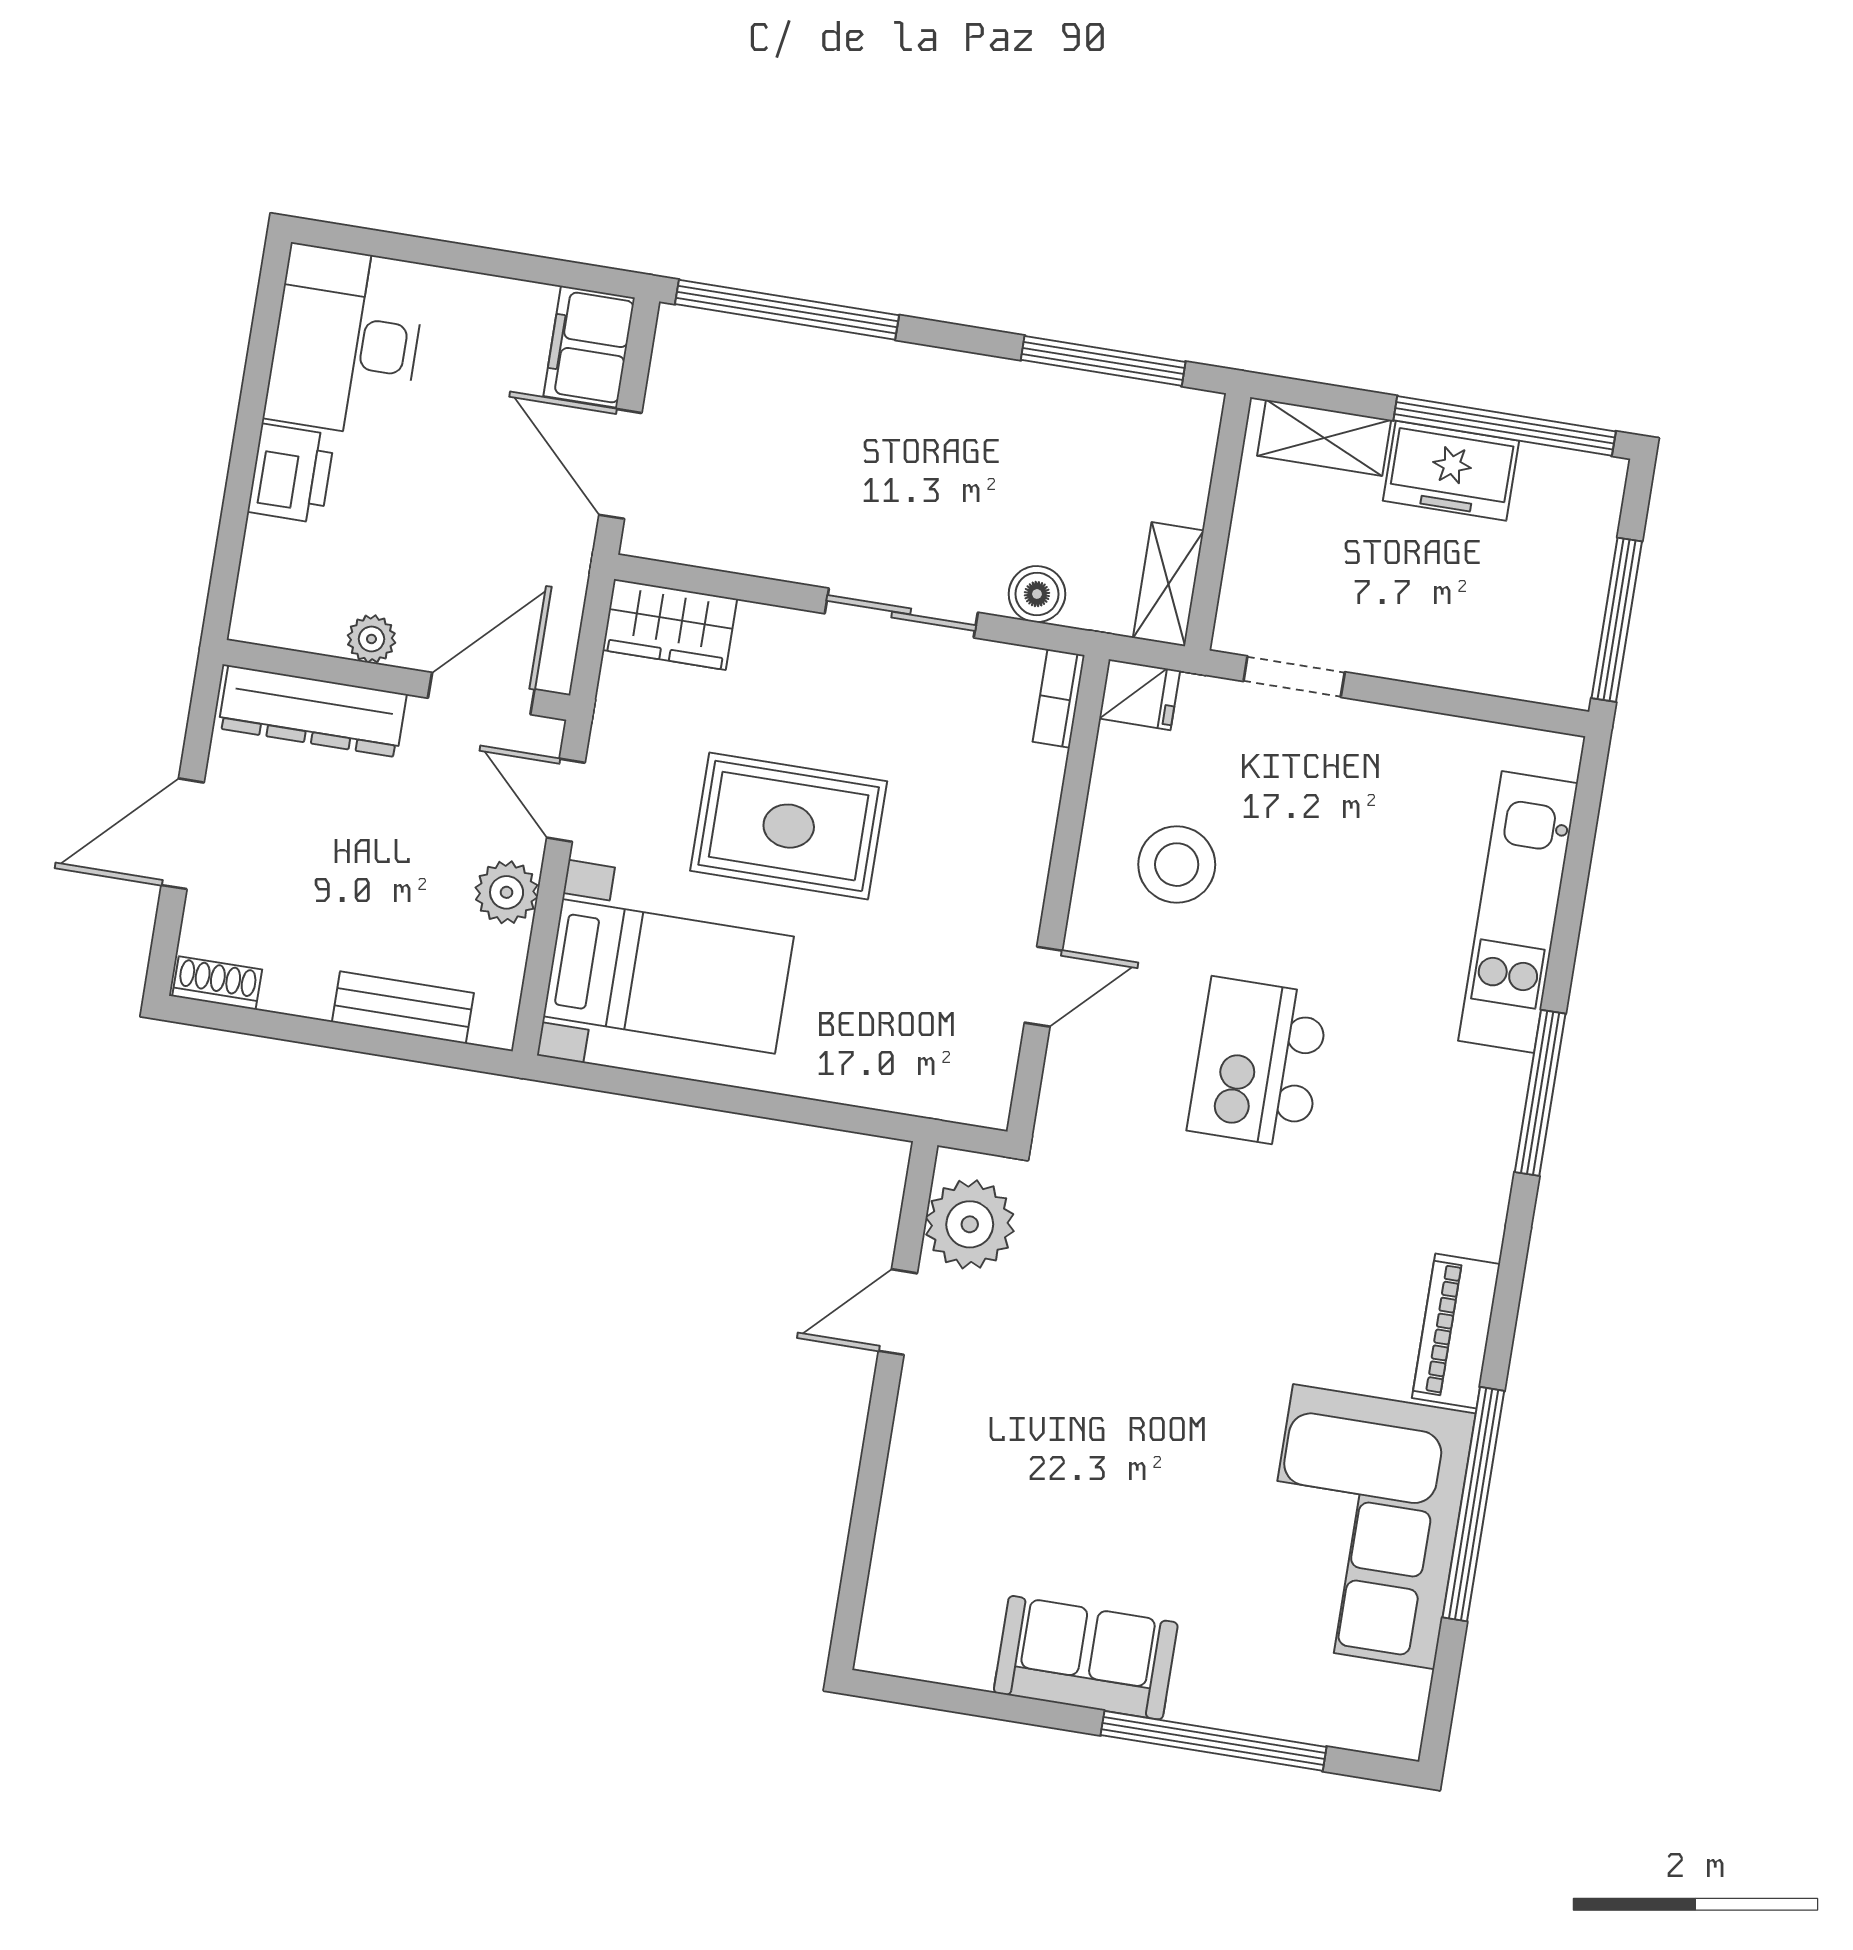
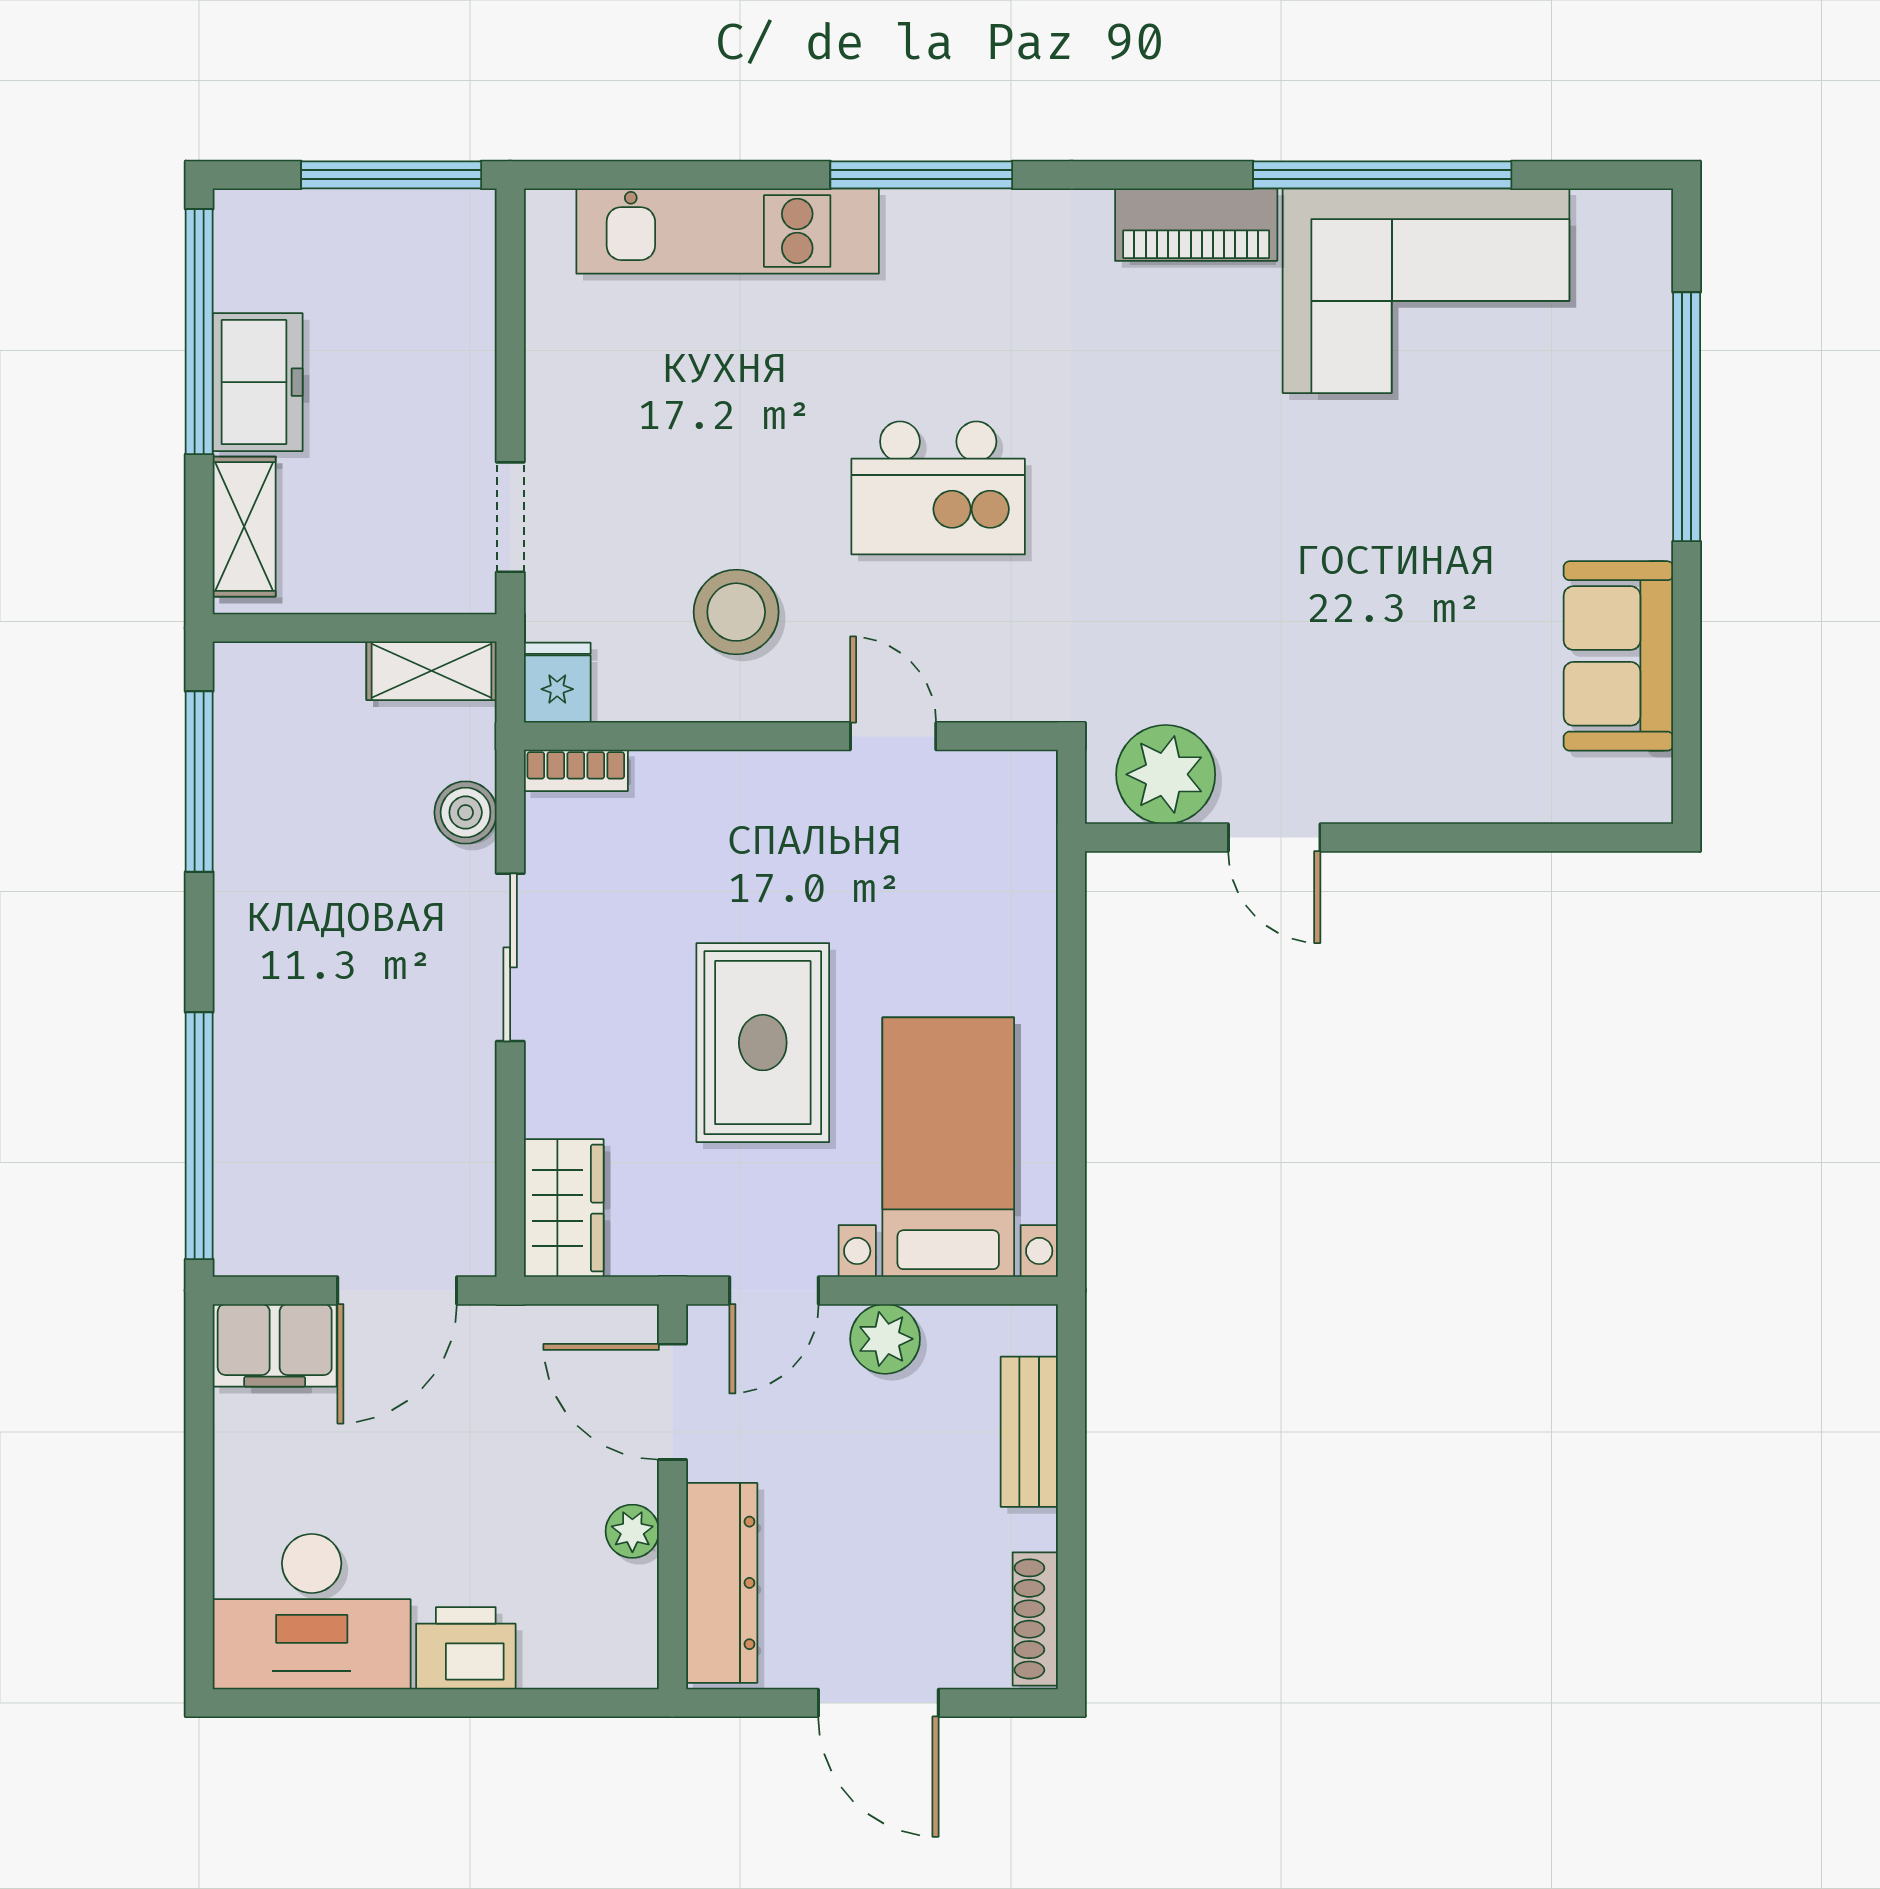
shoe rack: (217, 983) -> (1035, 1619), width x1.43
sofa: (1086, 1658) -> (1618, 656), moved

